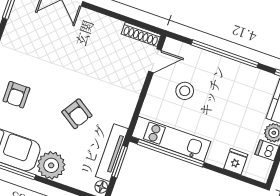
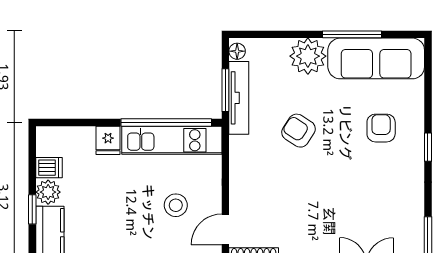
fridge: (236, 162) -> (108, 140), moved

